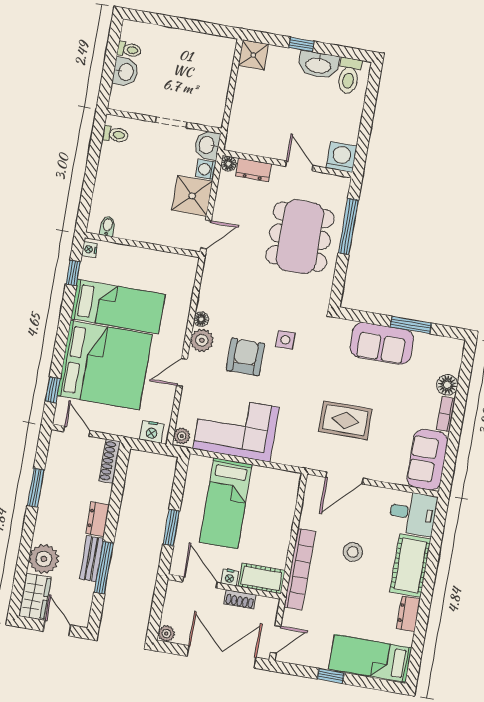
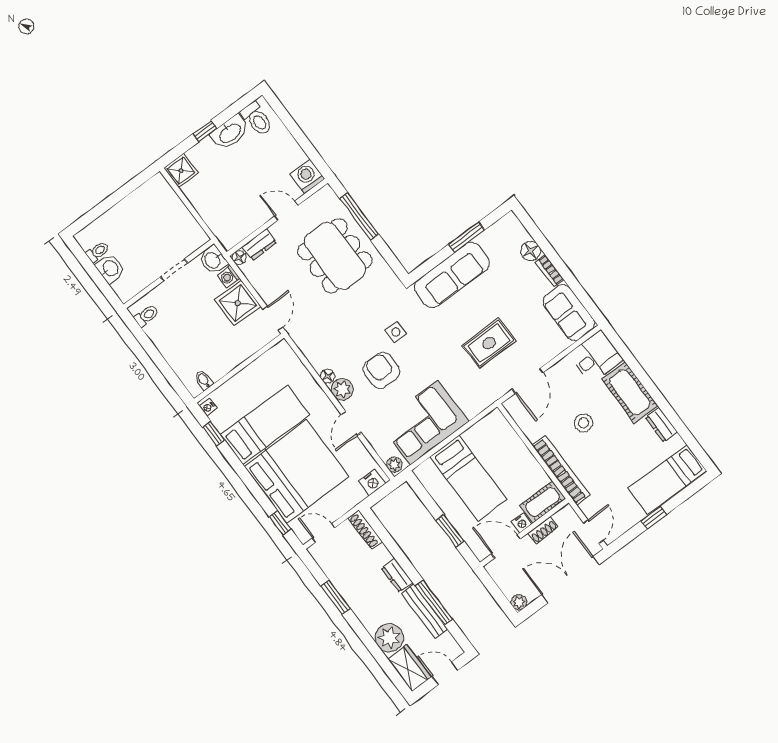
sofa: (382, 343) -> (452, 275), width x1.36
bench: (92, 559) -> (424, 611), width x1.36

